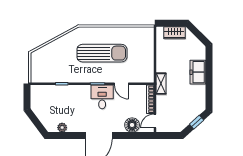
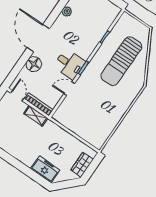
sun lounger: (102, 53) -> (121, 61), moved
freezer: (198, 72) -> (45, 169), moved
shelving: (161, 84) -> (36, 116), moved
floor lamp: (132, 125) -> (34, 64), moved

